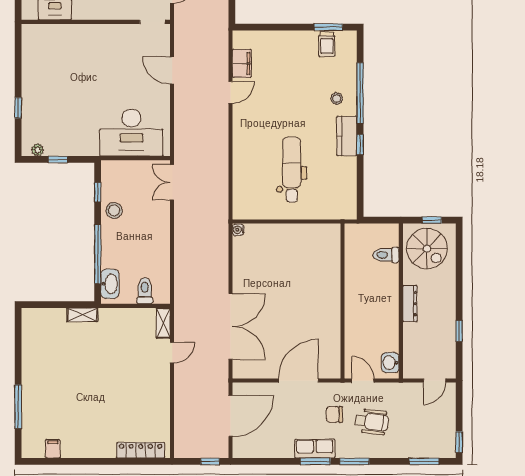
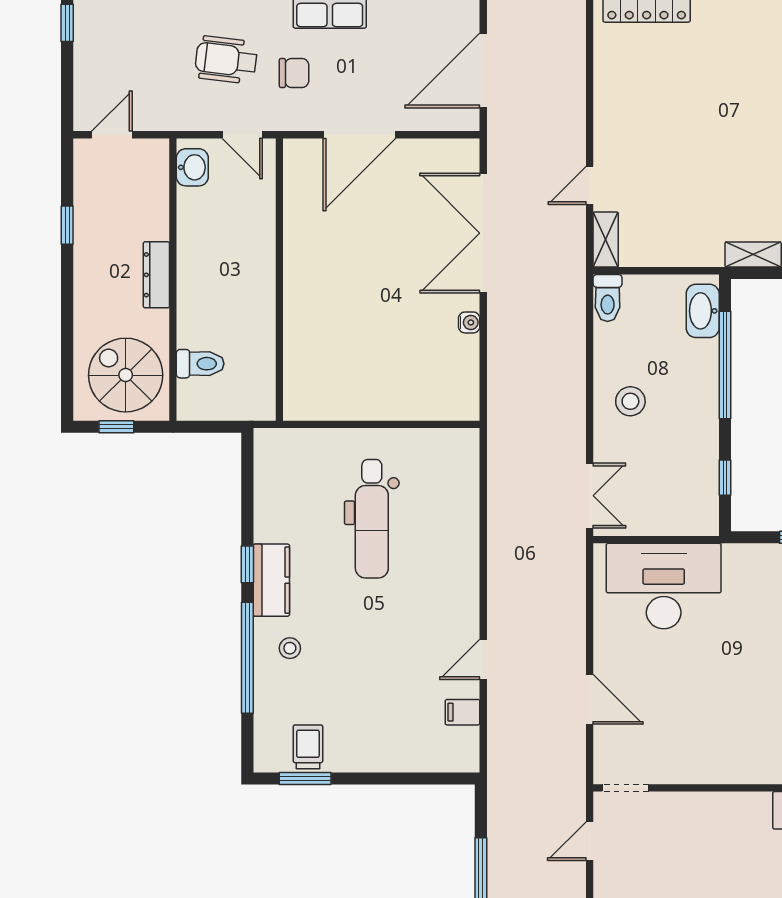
filing cabinet: (242, 63) -> (463, 712), width x0.50
stool: (114, 210) -> (630, 401), moved
water cooler: (238, 230) -> (469, 322), moved
toilet: (145, 291) -> (608, 298), moved

